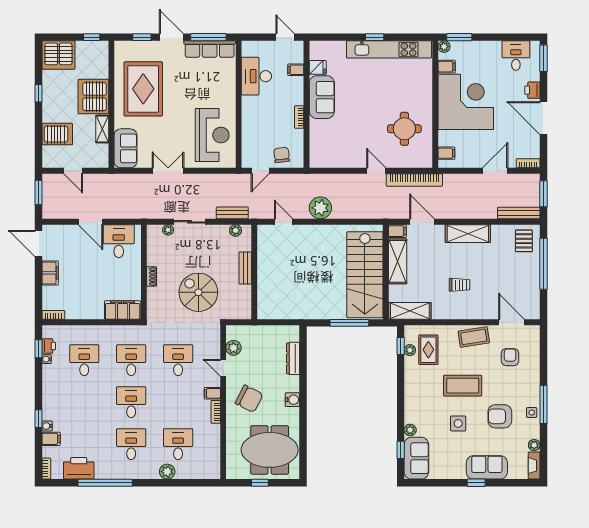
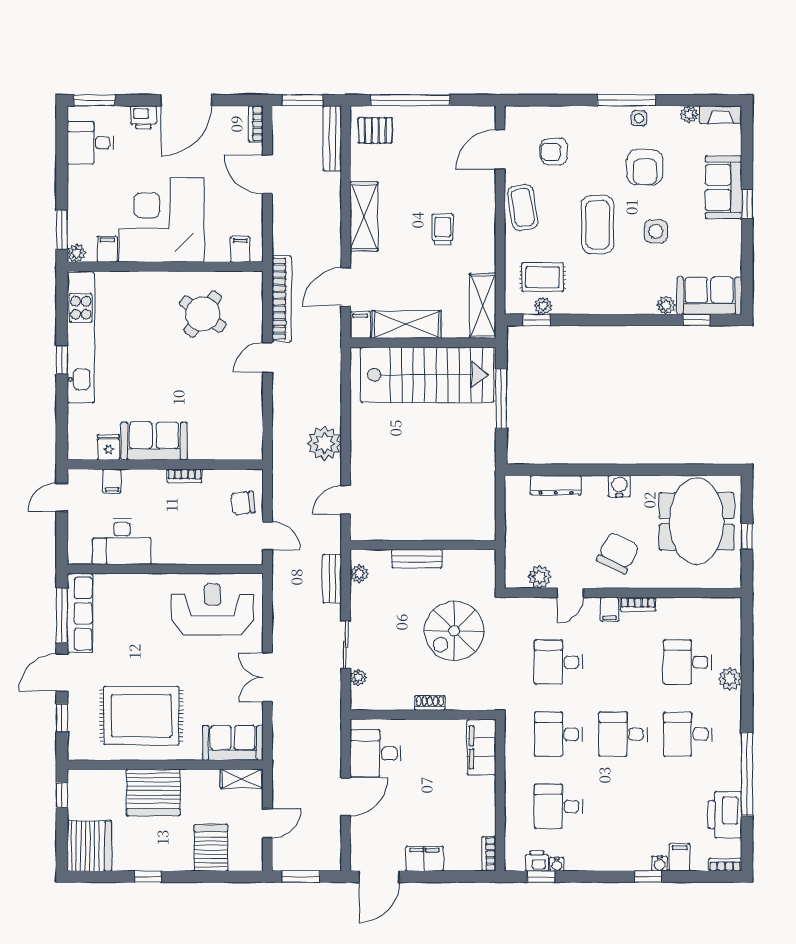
shelving: (102, 129) -> (242, 779), moved
round table: (404, 129) -> (203, 314), turned 35

